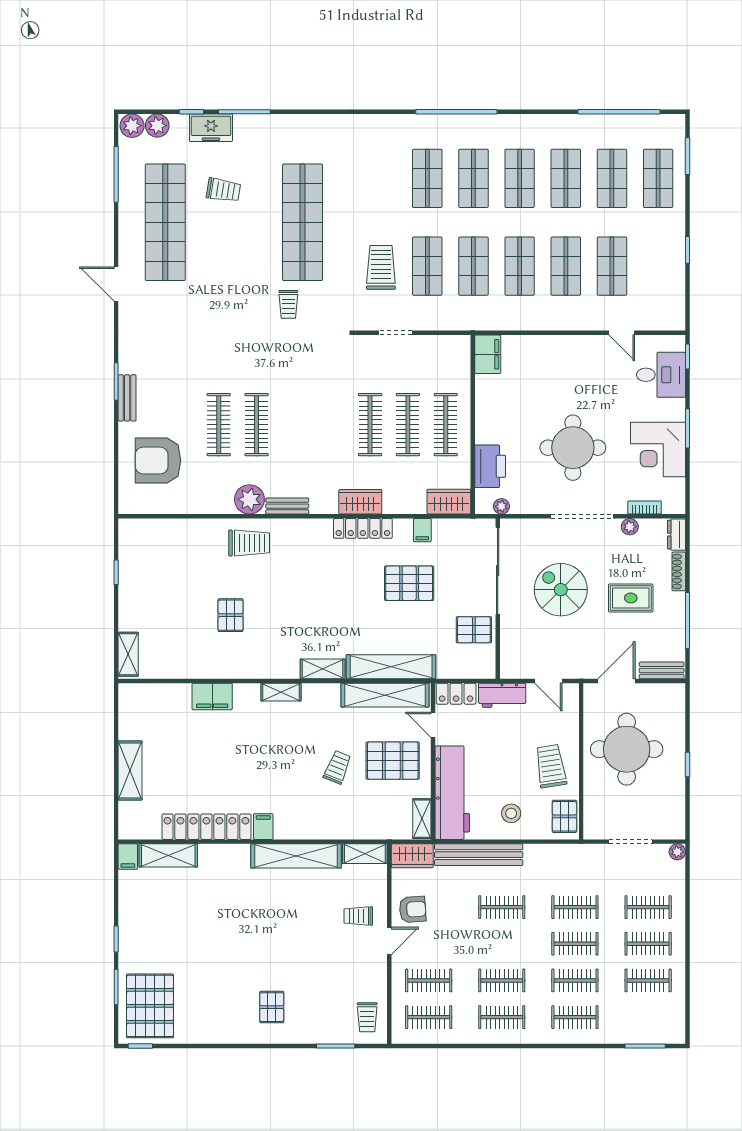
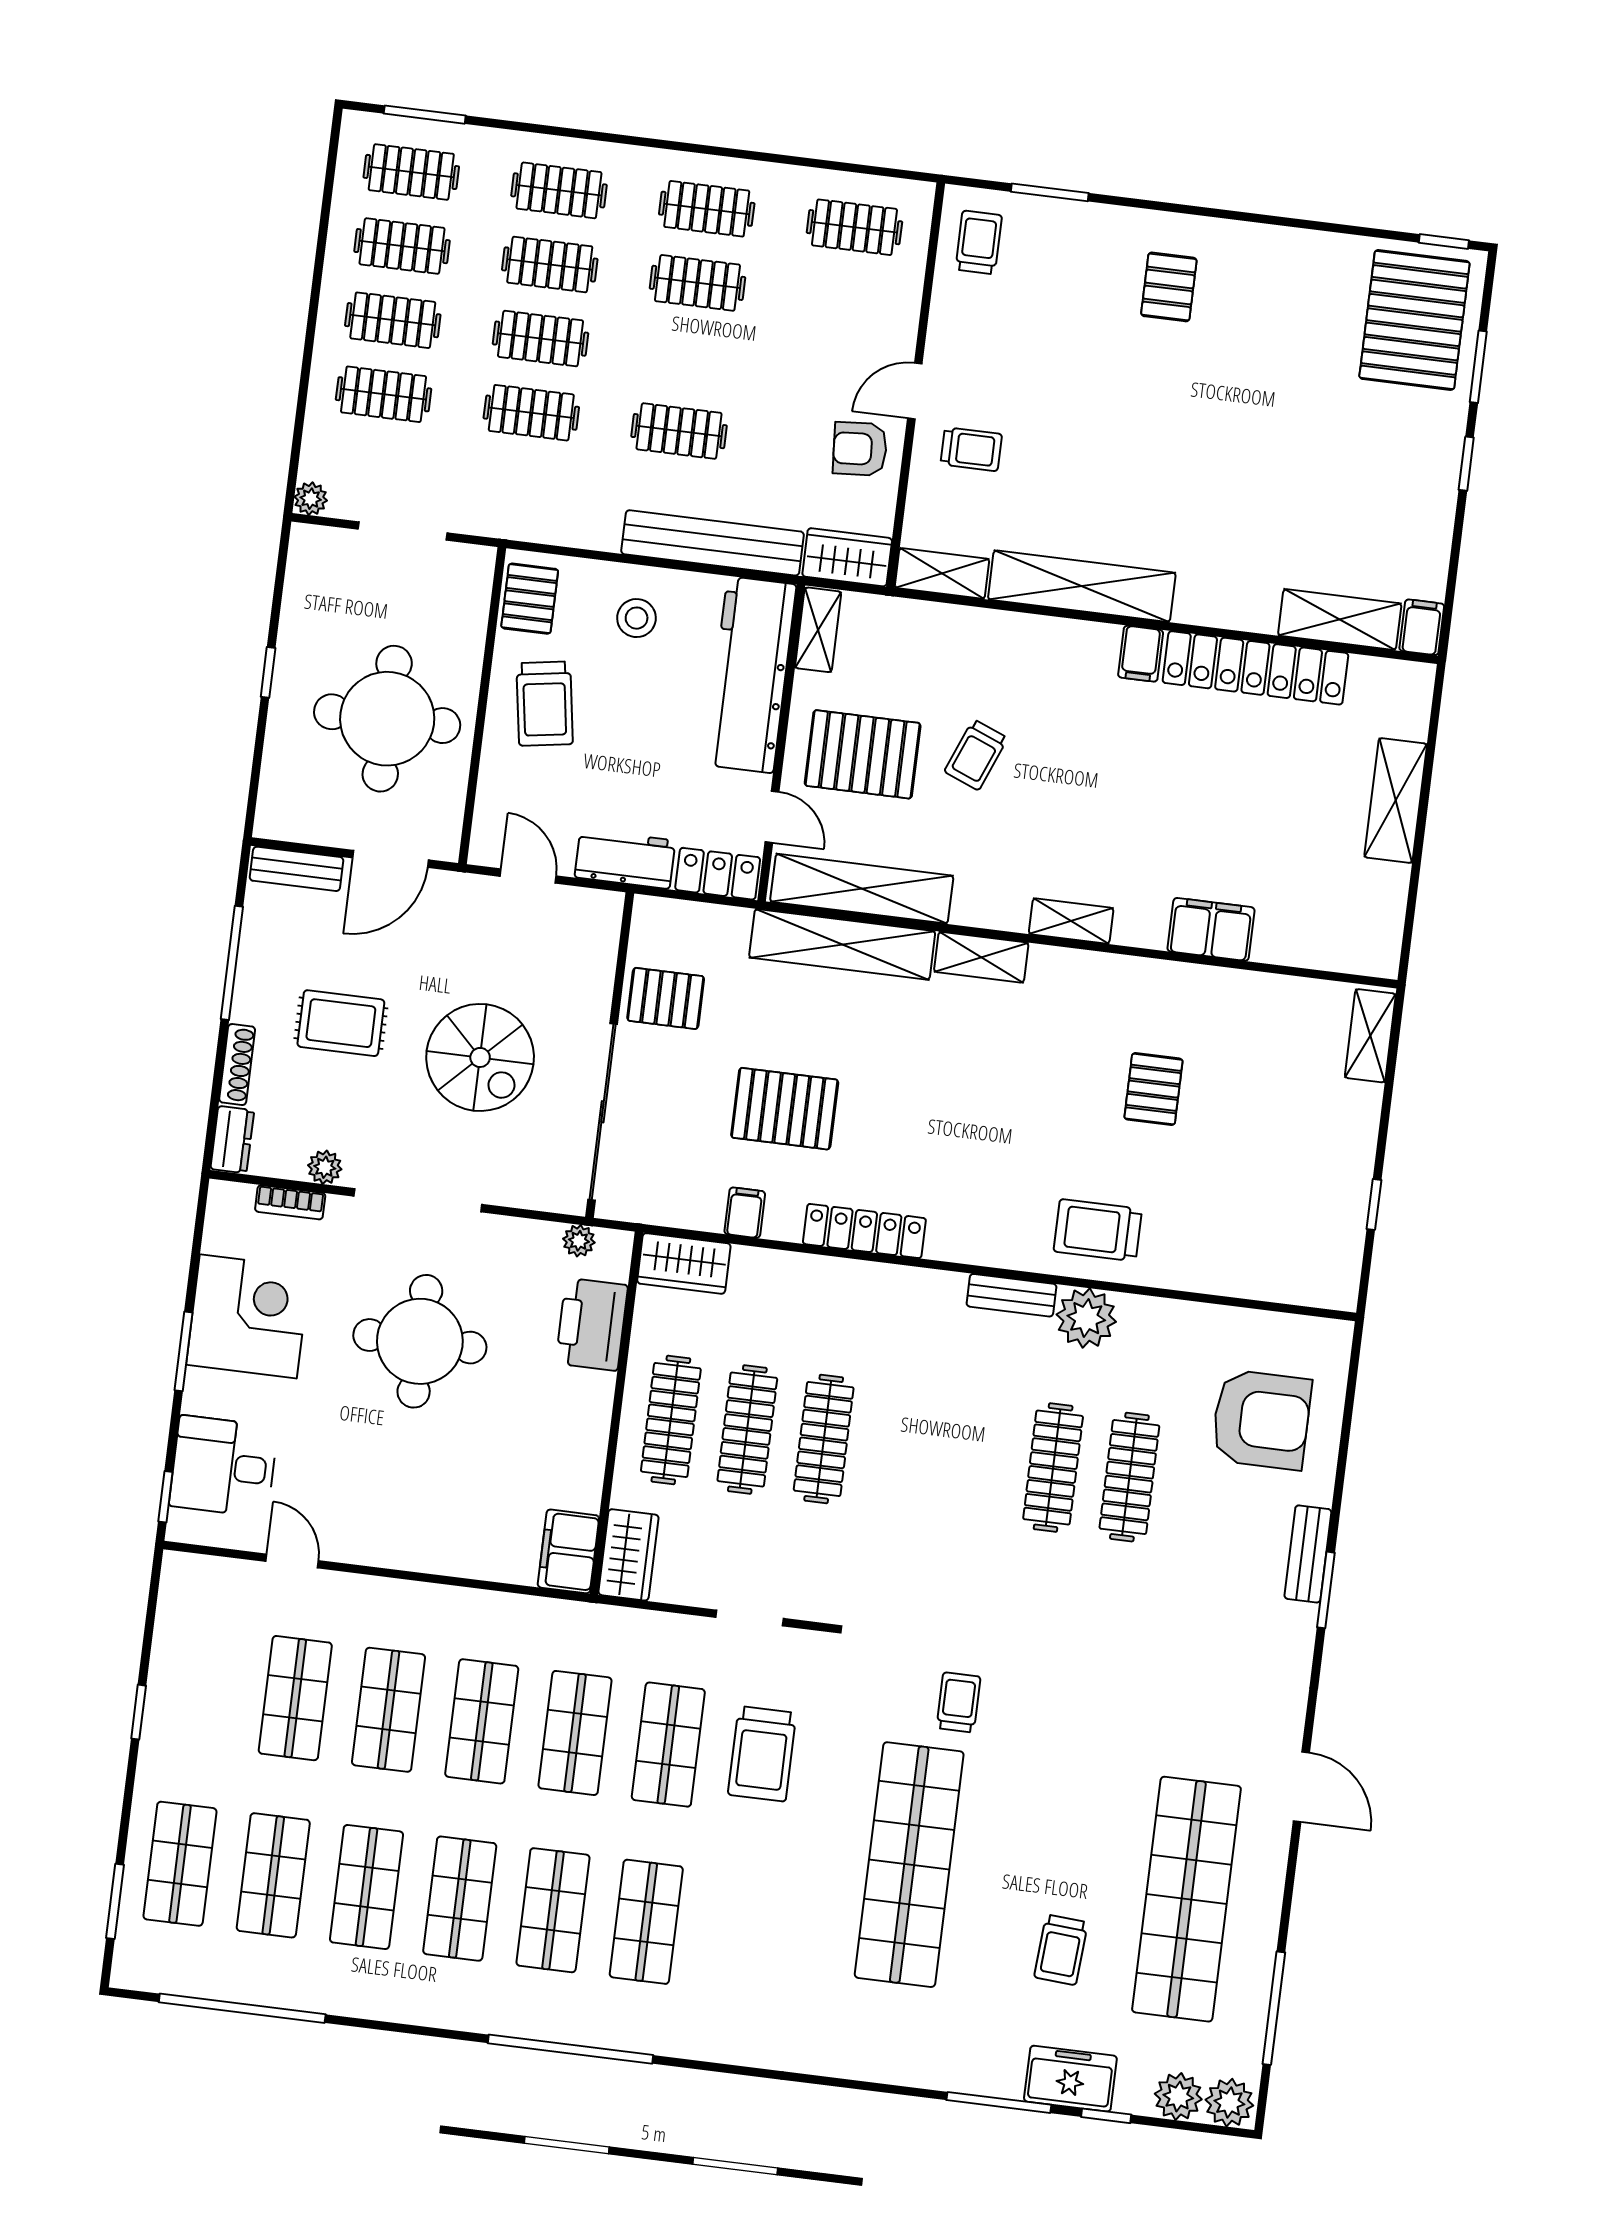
trolley: (223, 190) -> (1061, 1950), turned -95
wardrobe: (360, 502) -> (628, 1555), moved, turned -90
clothes rail: (429, 980) -> (411, 172), moved

